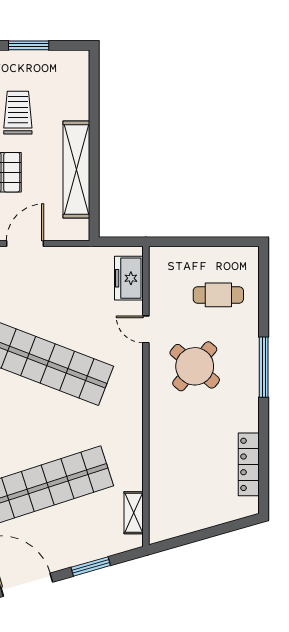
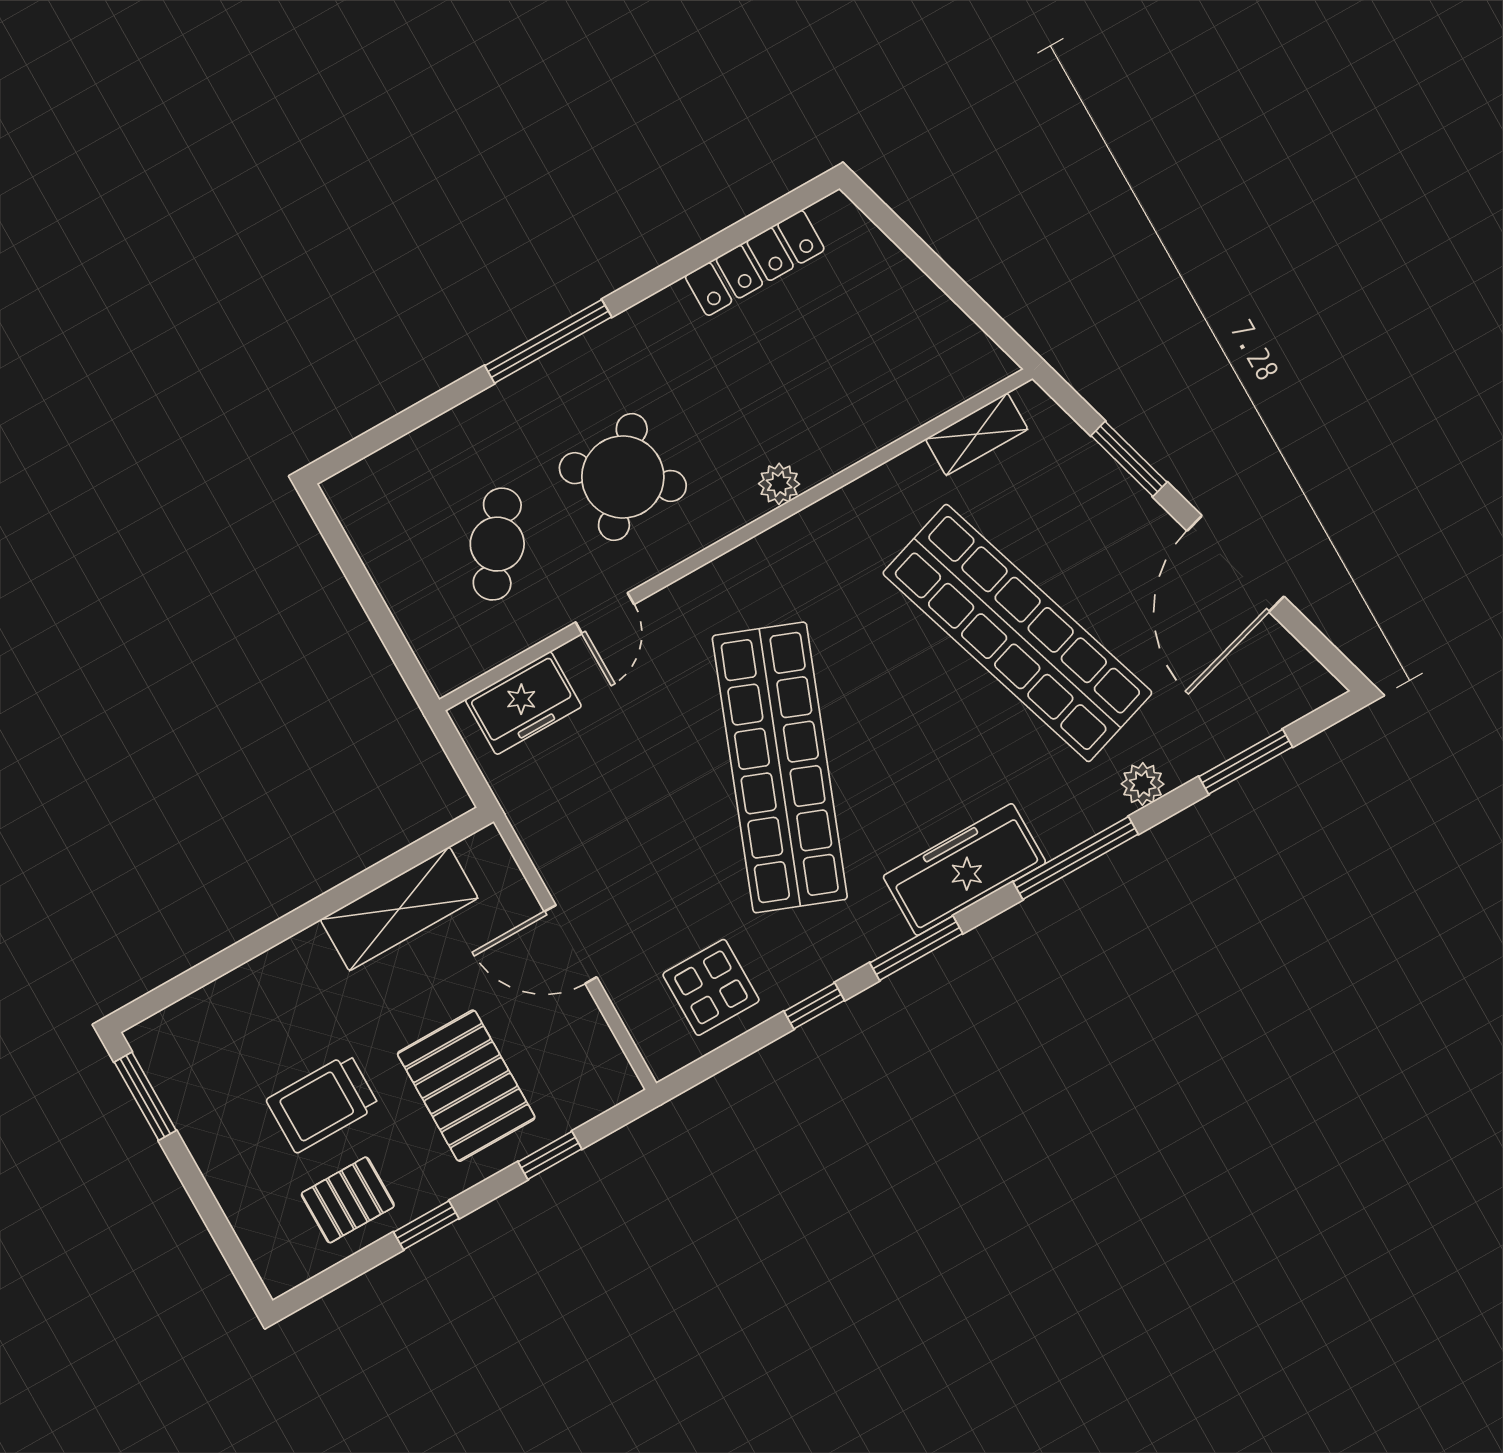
window: (29, 45) -> (145, 1096), moved
shelving: (76, 169) -> (399, 909), width x0.68
cafe table: (218, 295) -> (497, 544), moved, turned 37
plant: (158, 425) -> (779, 484), added

